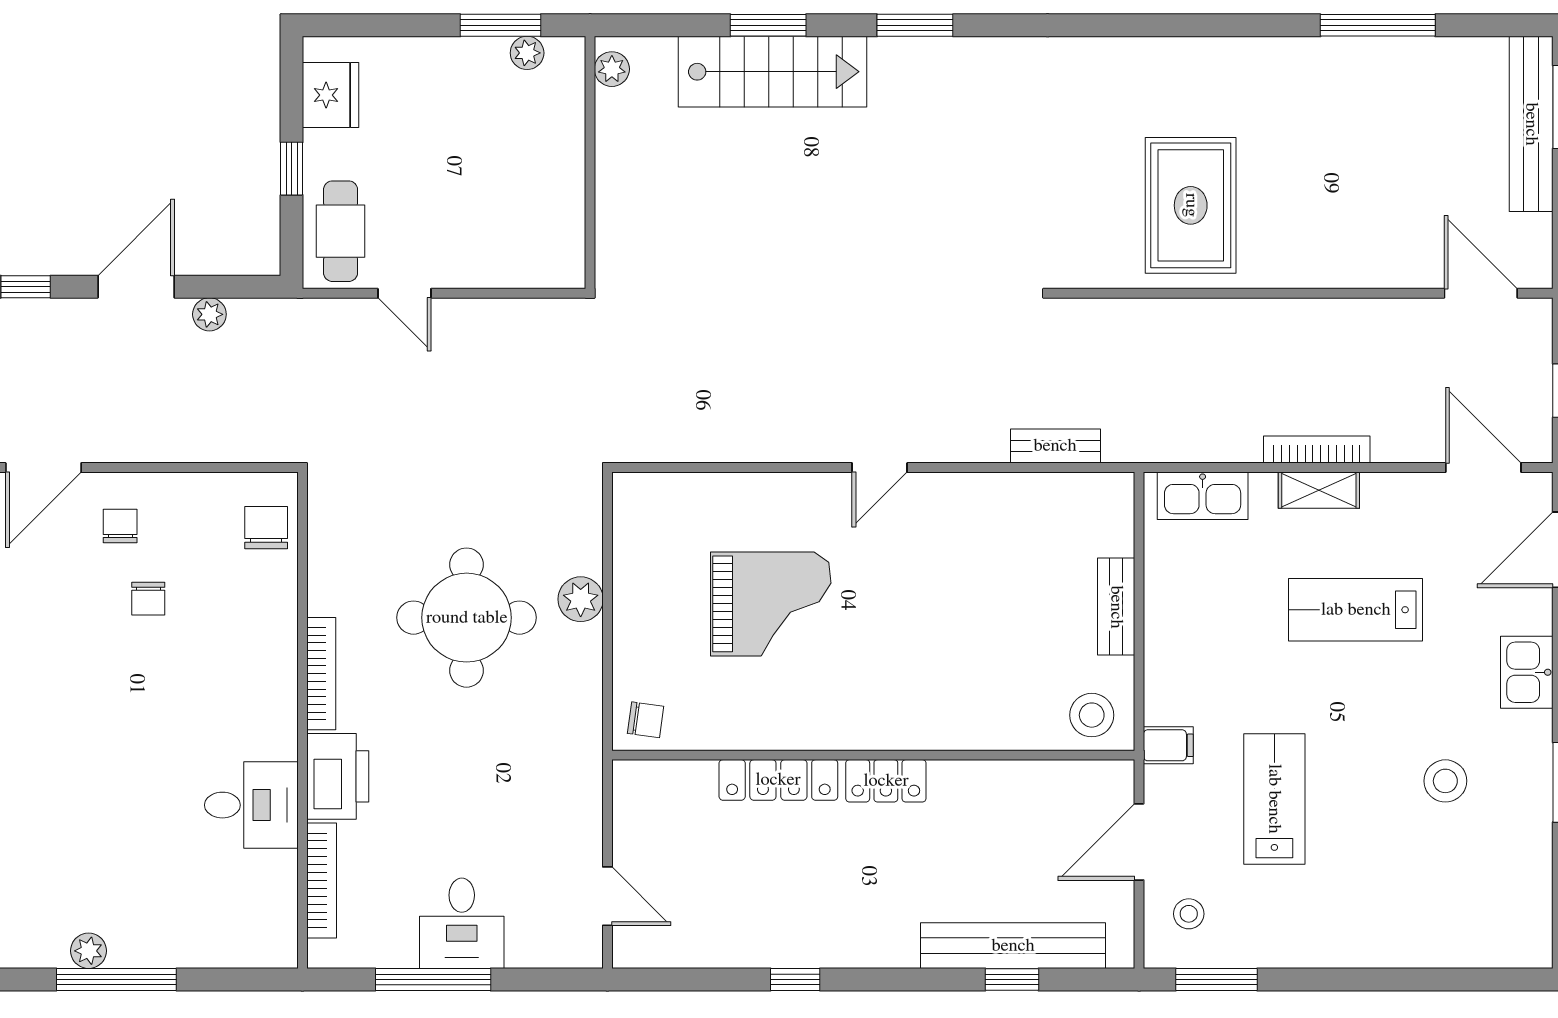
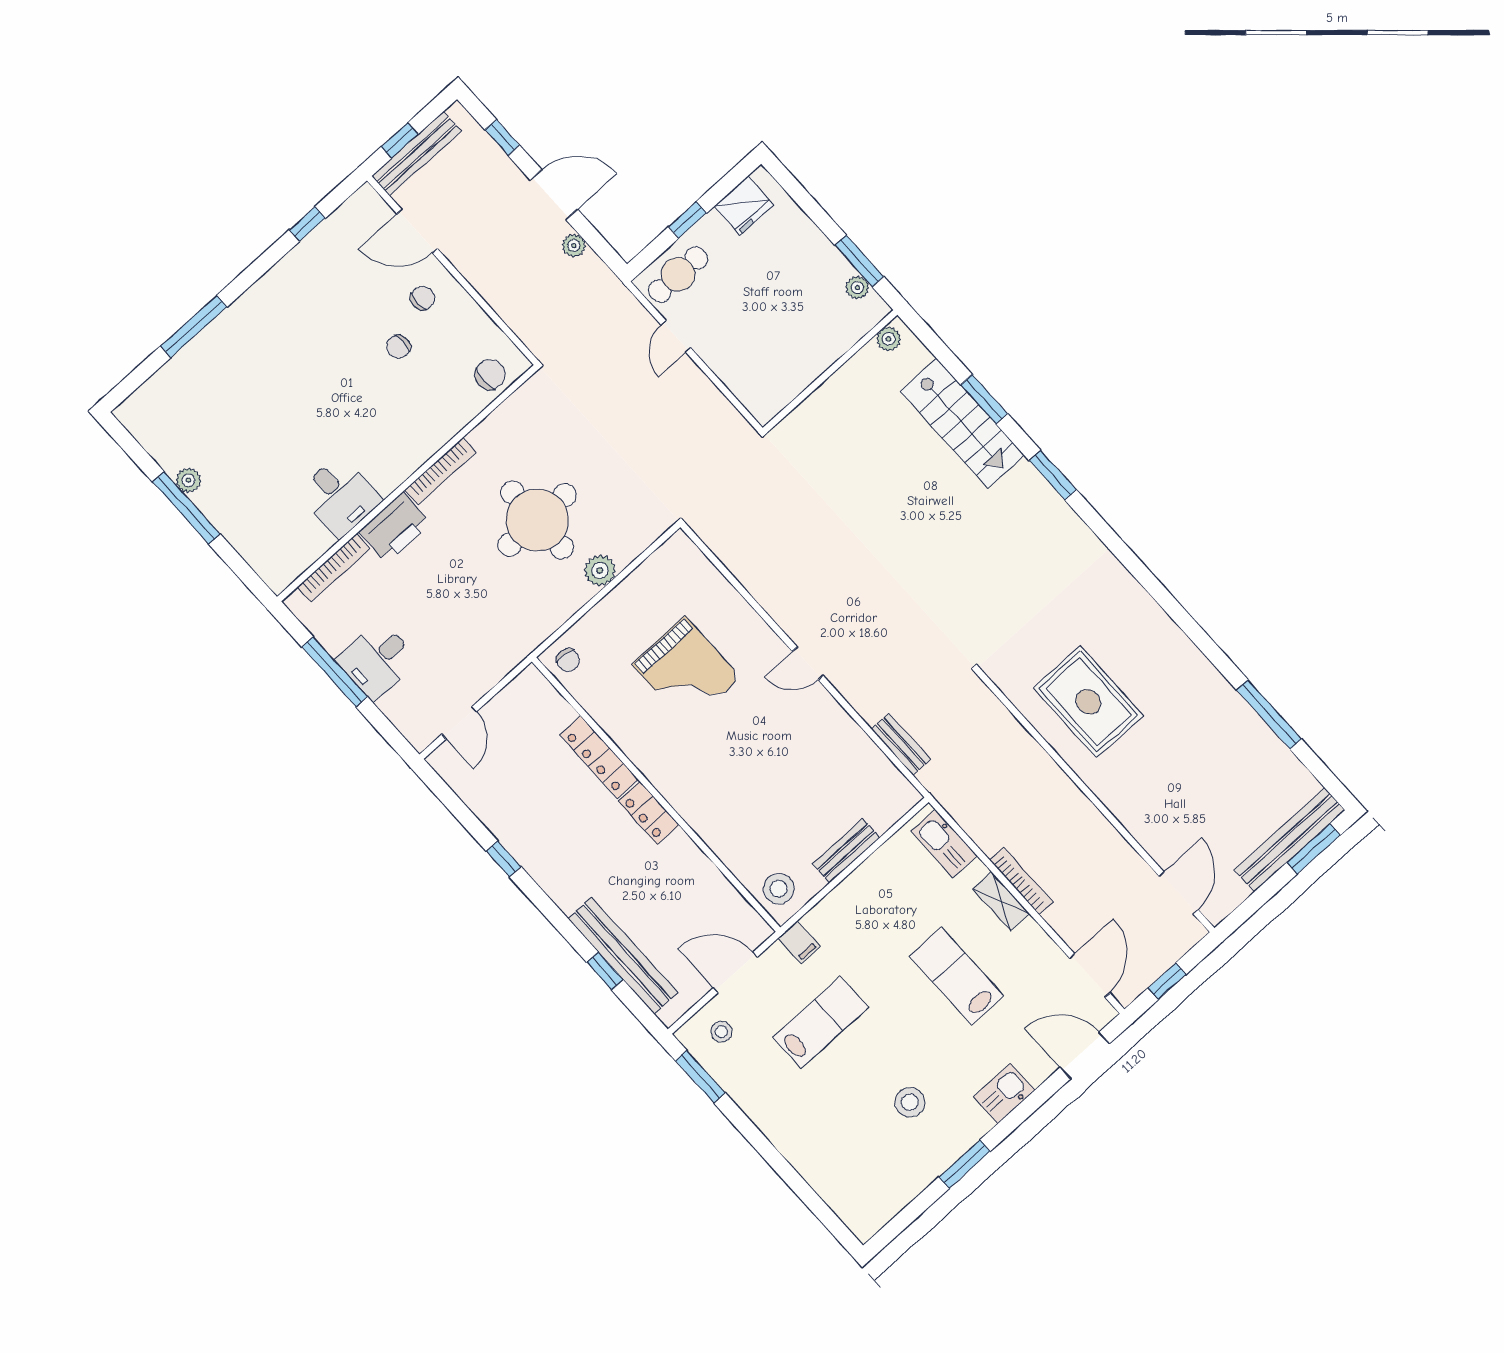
rug: (1191, 205) -> (1088, 702), turned 90

